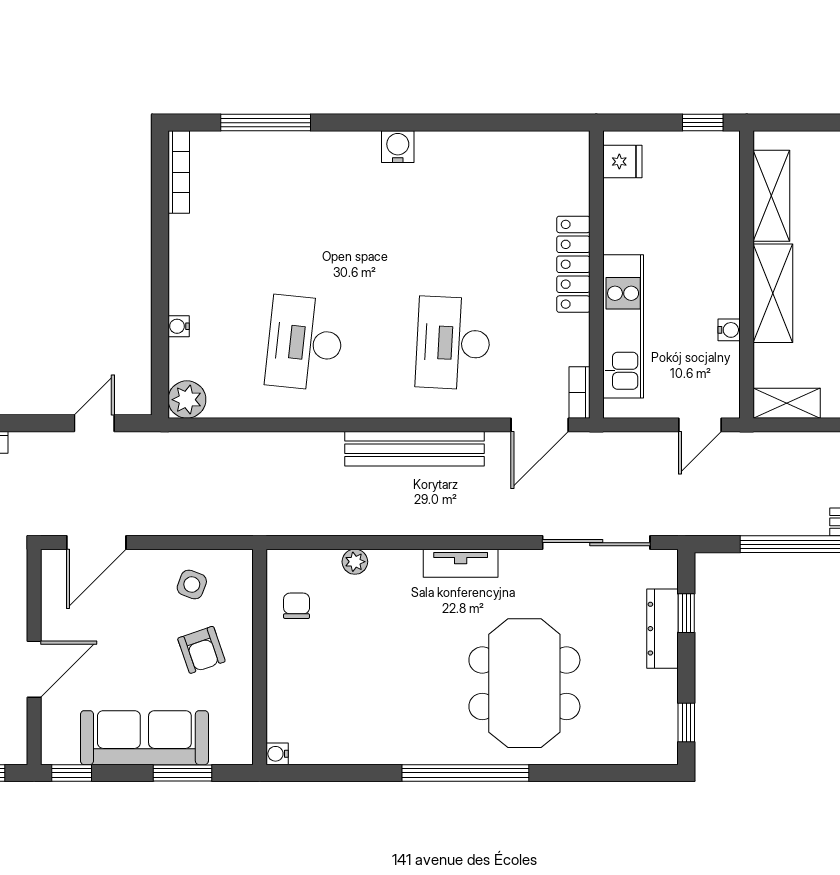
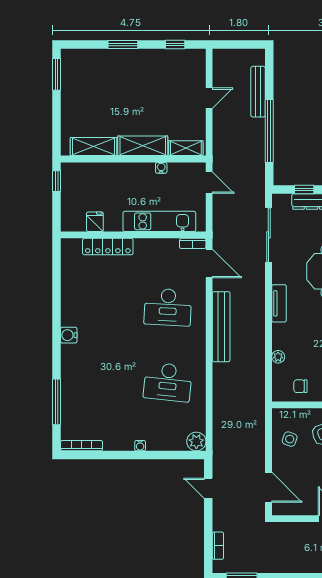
fridge: (622, 162) -> (95, 222), moved
locker: (573, 264) -> (108, 247), moved
water cooler: (179, 326) -> (140, 446), moved
shelving: (787, 403) -> (186, 148), moved, turned 90

